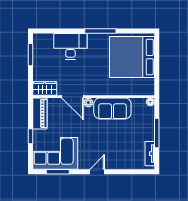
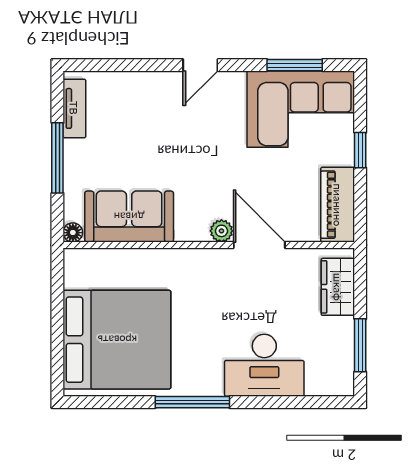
wardrobe: (45, 88) -> (338, 287), moved, turned 90
sofa: (112, 108) -> (129, 217), moved

